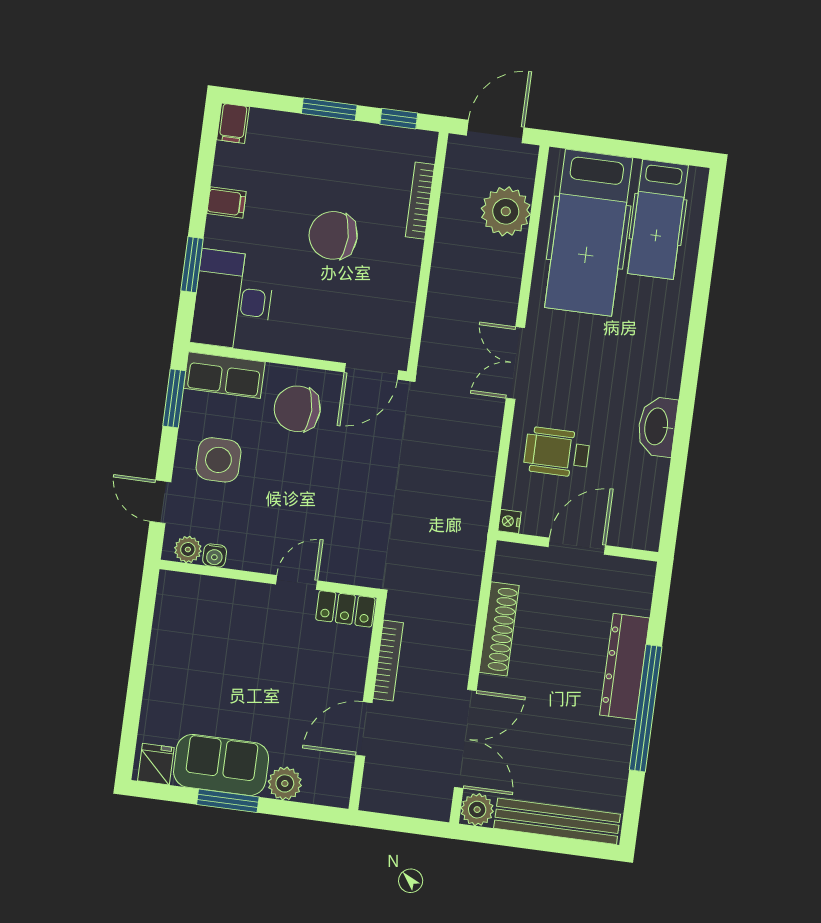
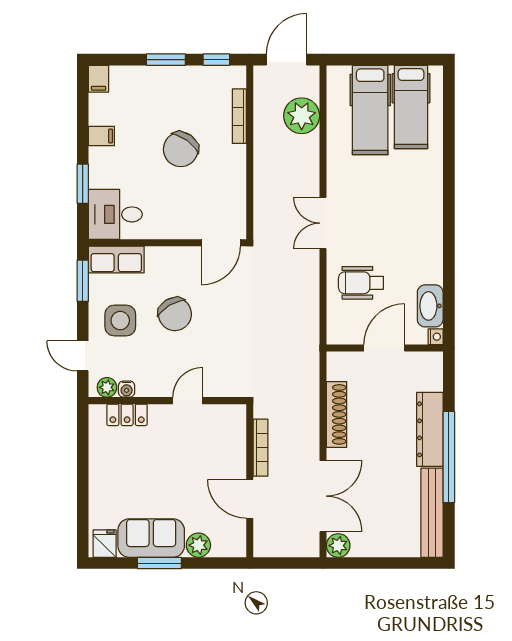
hospital bed: (589, 233) -> (370, 110), width x0.73, depth x0.78
chair: (333, 235) -> (181, 149), turned -54
desk: (233, 300) -> (115, 214), width x0.73
chair: (297, 409) -> (175, 314), moved, turned -121
washbasin: (657, 427) -> (430, 306), moved
nightstand: (509, 521) -> (436, 337), moved, turned 180
locker: (345, 609) -> (127, 415), moved
door: (364, 729) -> (250, 499), hinge flipped
bench: (557, 821) -> (432, 513), moved, turned 90

